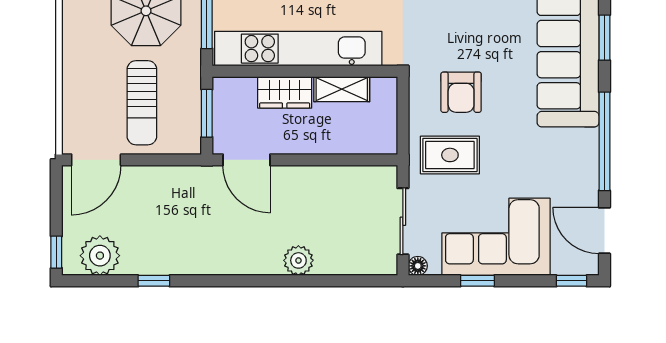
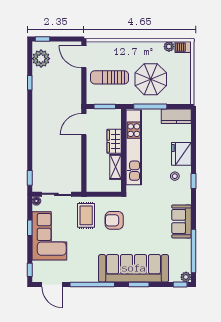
door: (604, 231) -> (52, 285), swing flipped
plant: (298, 260) -> (39, 147), removed
window: (366, 281) -> (30, 178), added

